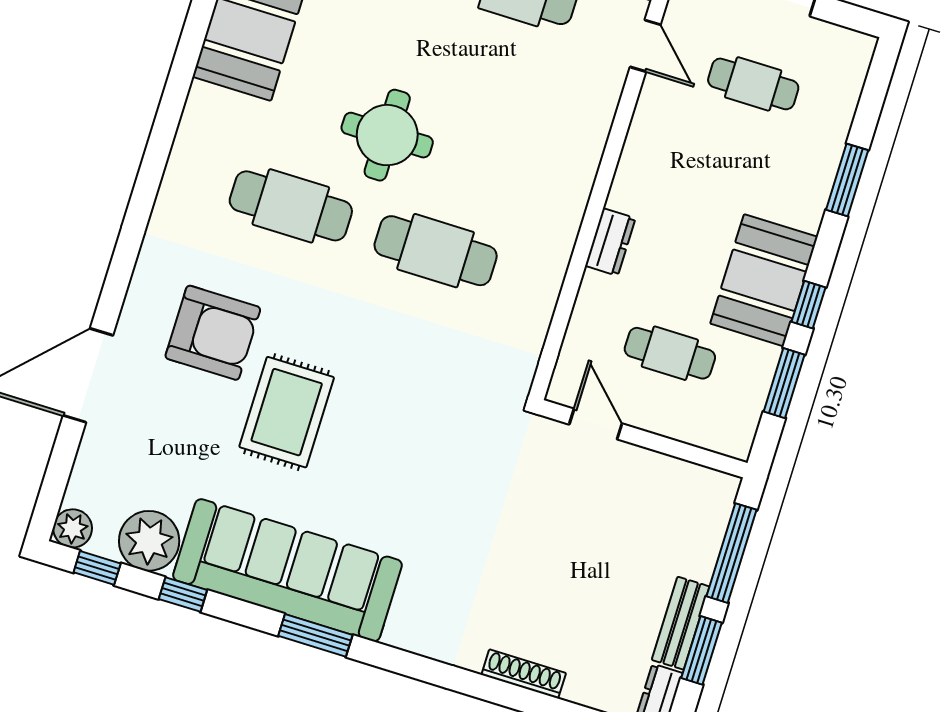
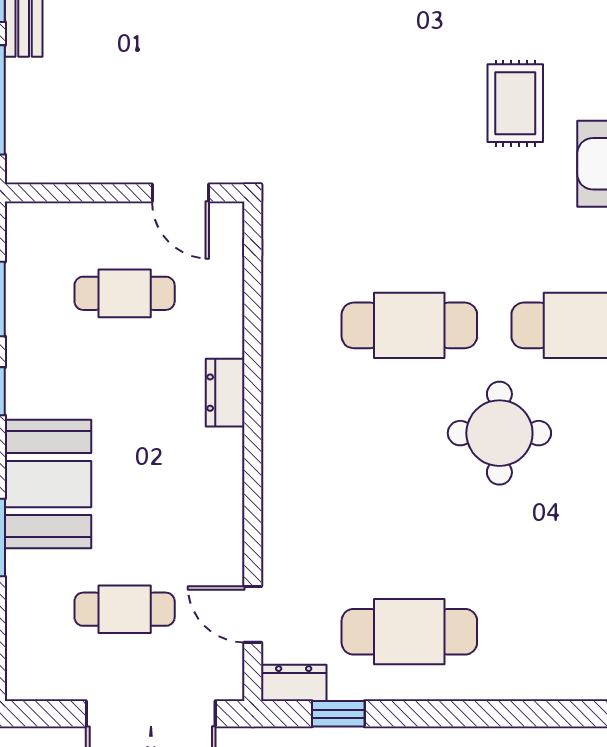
booth: (764, 280) -> (48, 484), moved
rug: (287, 412) -> (515, 103), width x0.73, depth x0.70

